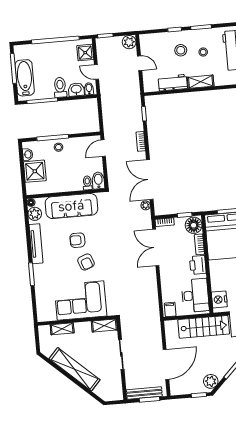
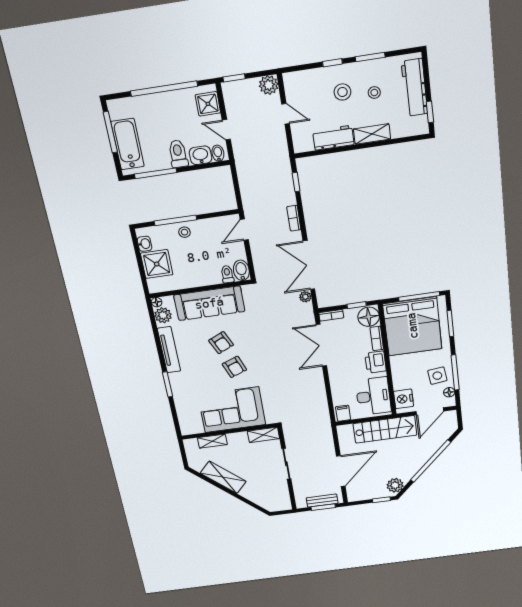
armchair: (77, 240) -> (221, 343), turned -115
shelving: (75, 369) -> (223, 477), width x0.68
bench: (144, 393) -> (322, 501), width x0.73

